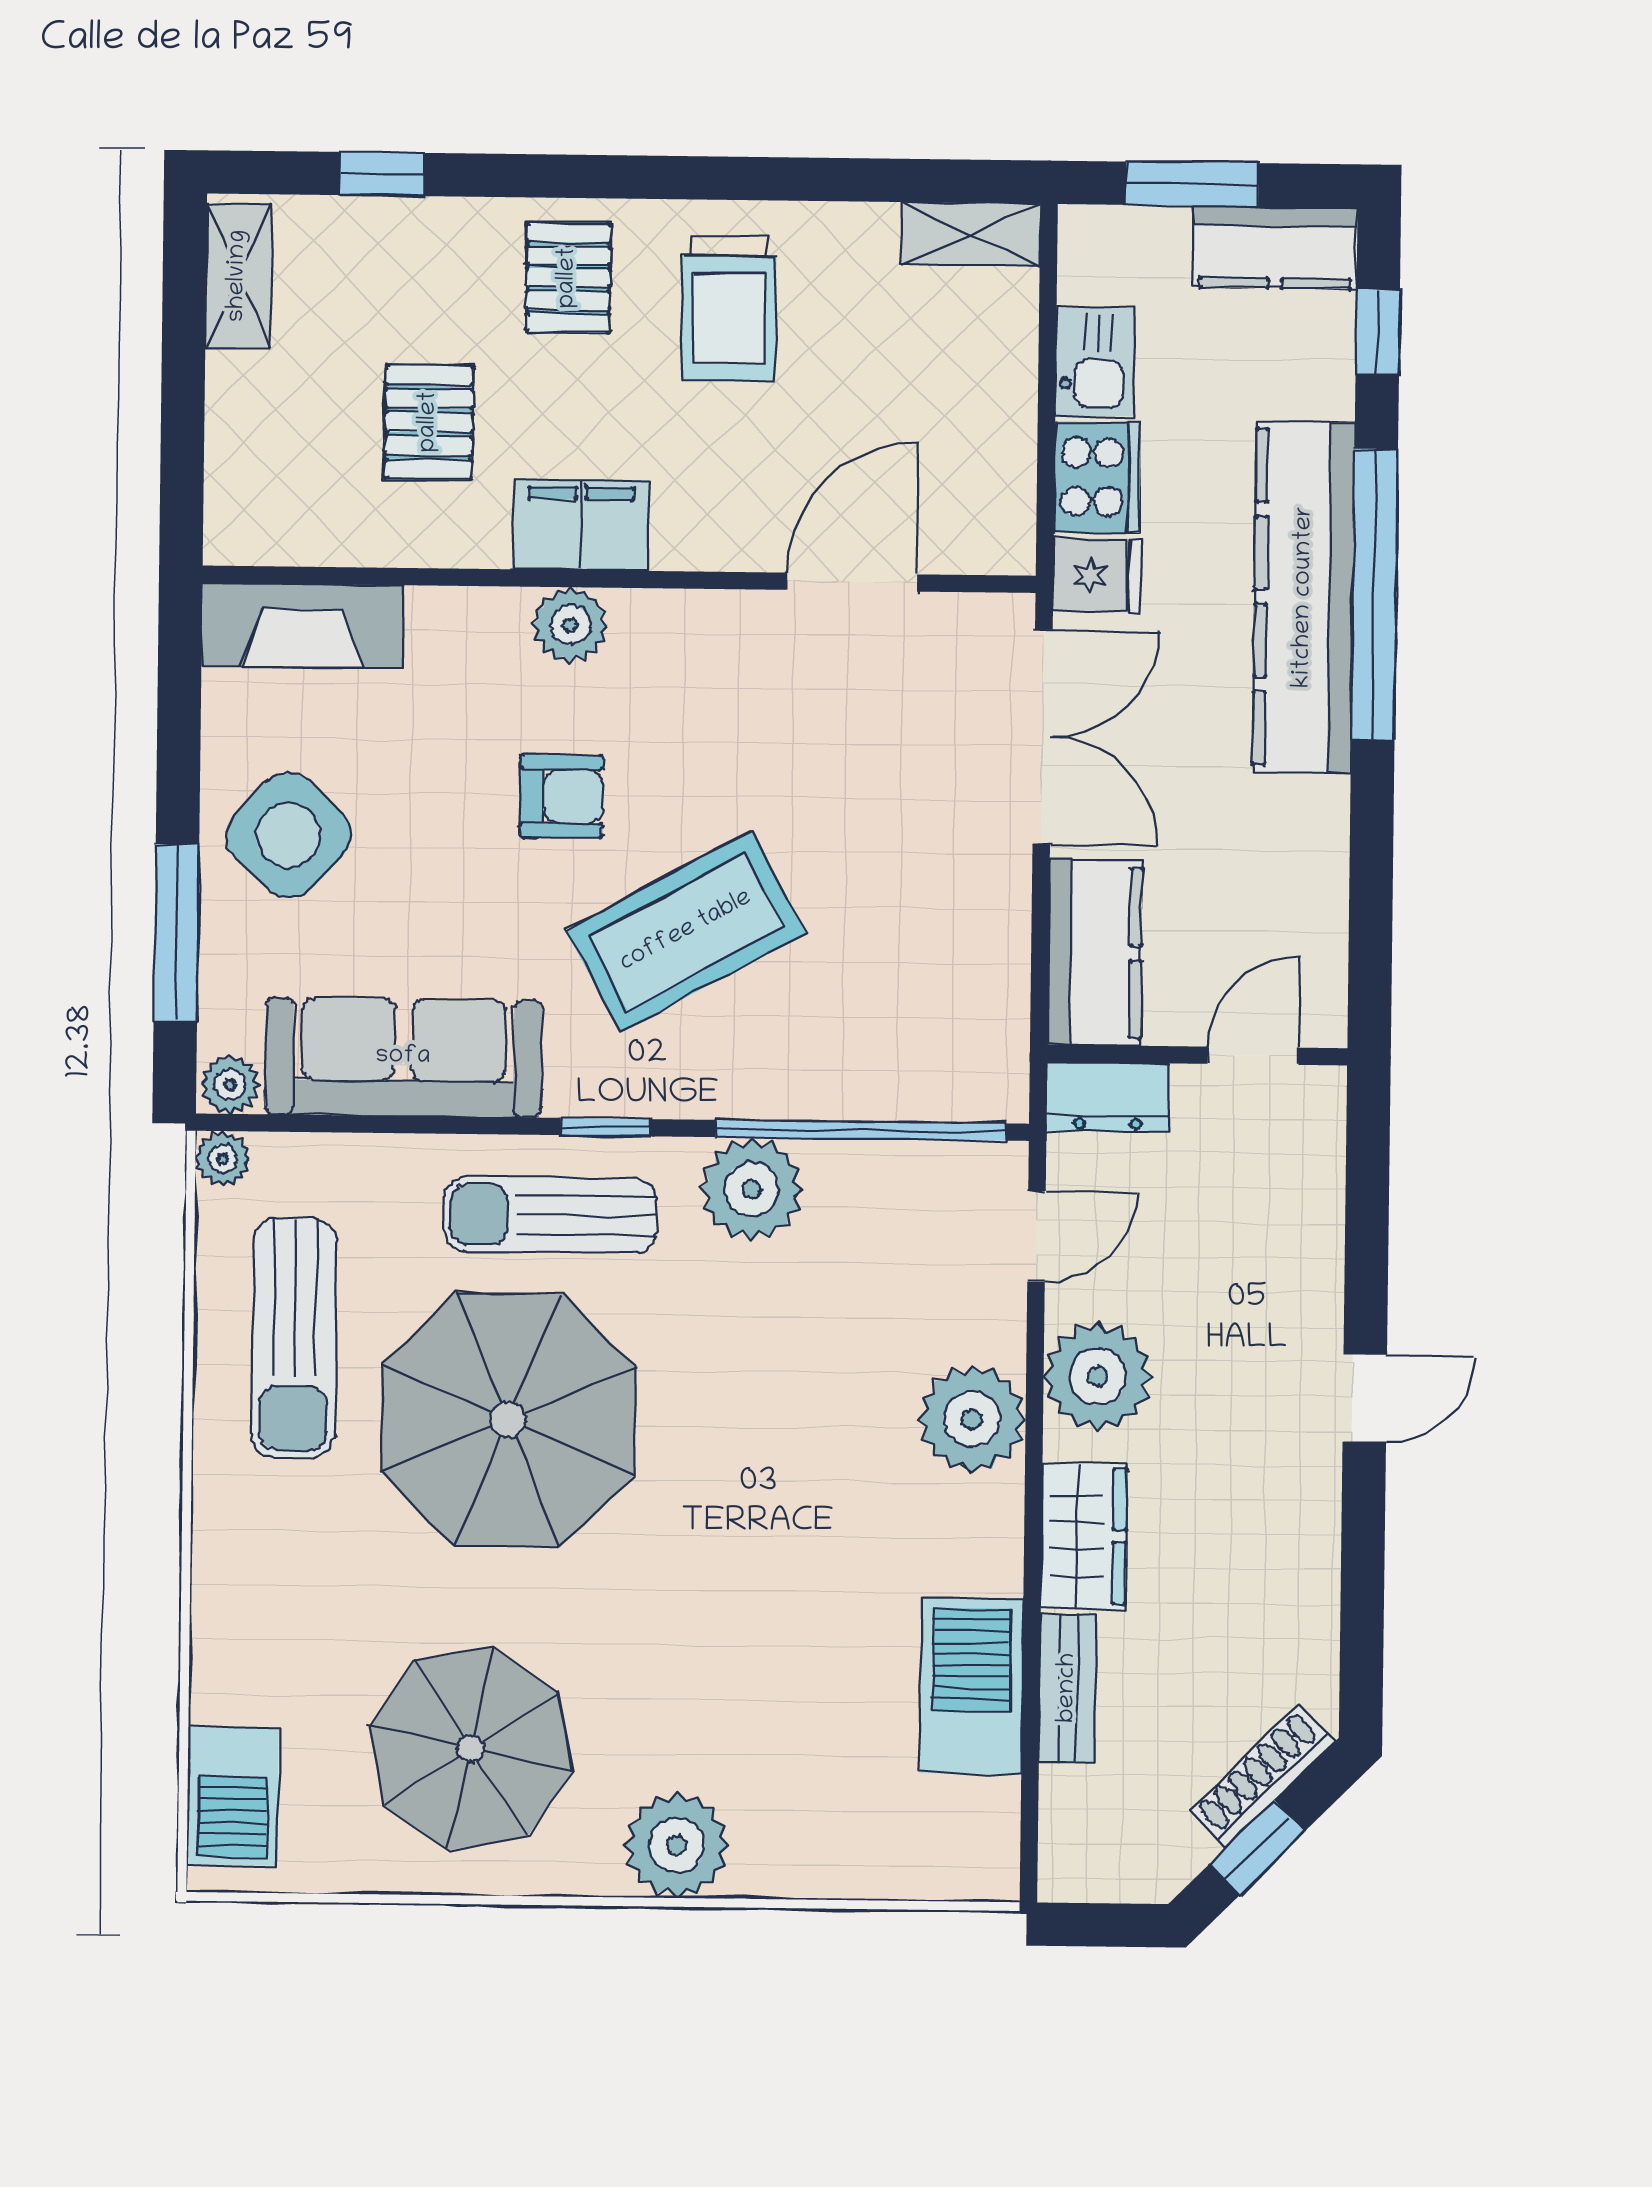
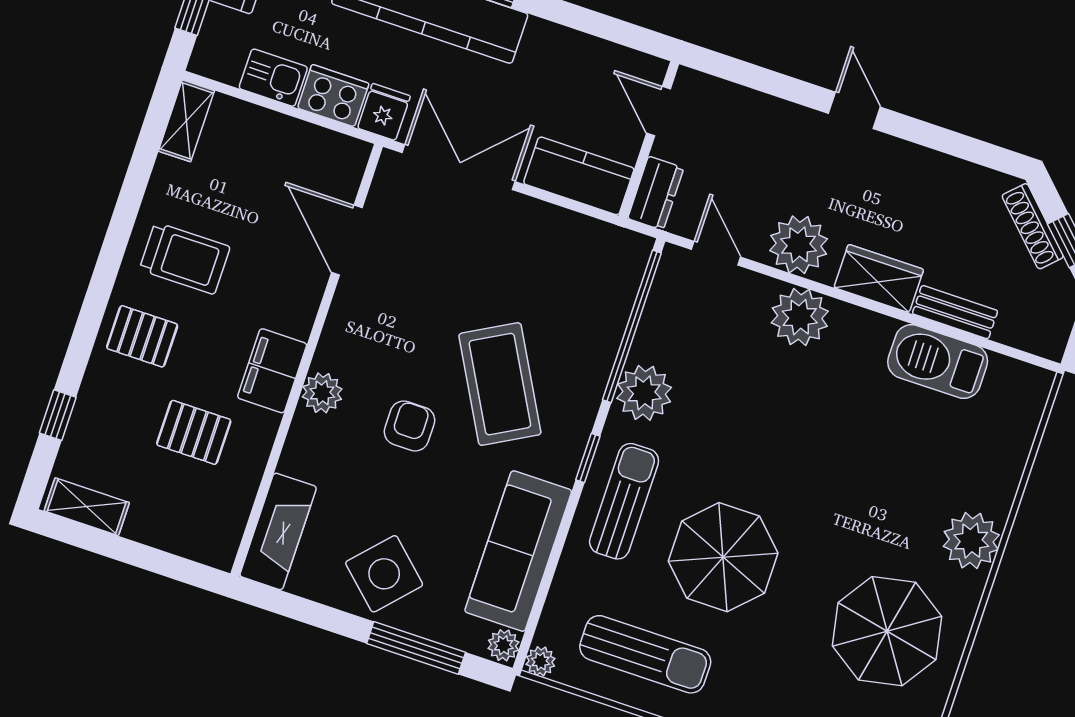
sun lounger: (550, 1215) -> (624, 501), turned 180
parasol: (508, 1420) -> (723, 557), width x0.73, depth x0.73

